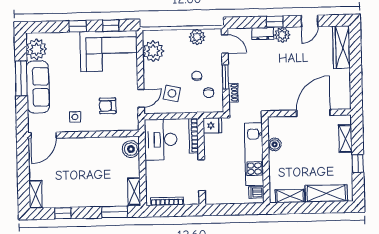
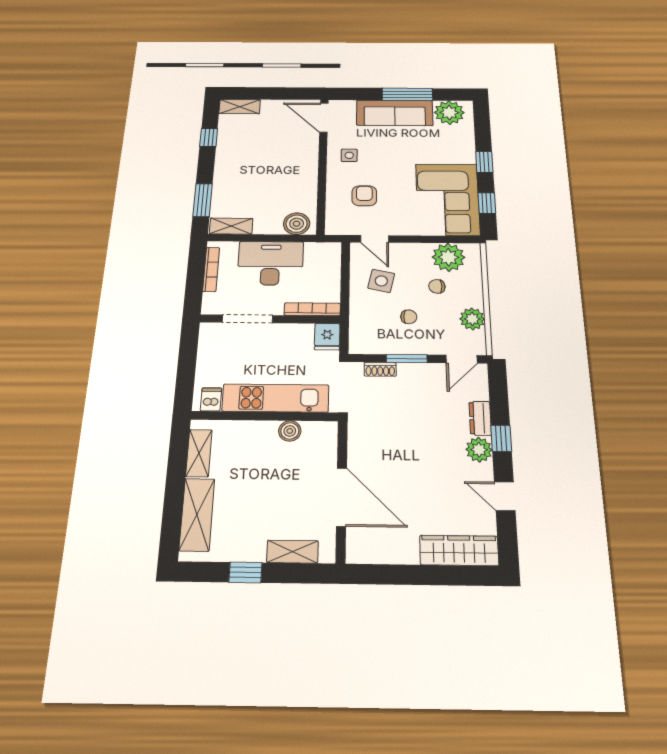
chair: (209, 93) -> (437, 286), moved
desk: (161, 140) -> (270, 263), moved

